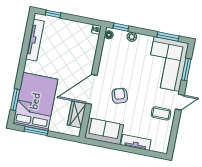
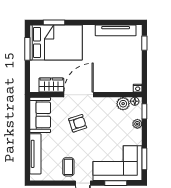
plant: (109, 47) -> (123, 104), added
door: (91, 89) -> (79, 95), hinge flipped
tv unit: (136, 142) -> (35, 154), width x1.41

